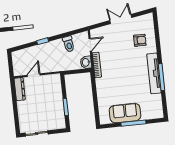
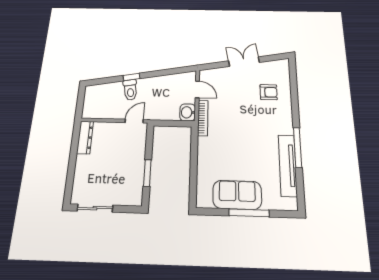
toilet: (69, 44) -> (130, 90), moved
door: (90, 45) -> (197, 89), hinge flipped
tv unit: (154, 73) -> (288, 165), moved
door: (34, 75) -> (134, 121), moved

